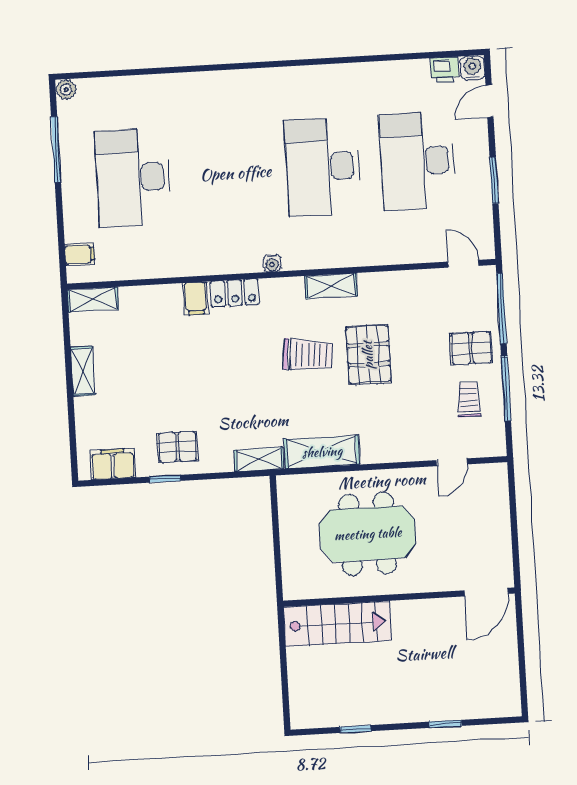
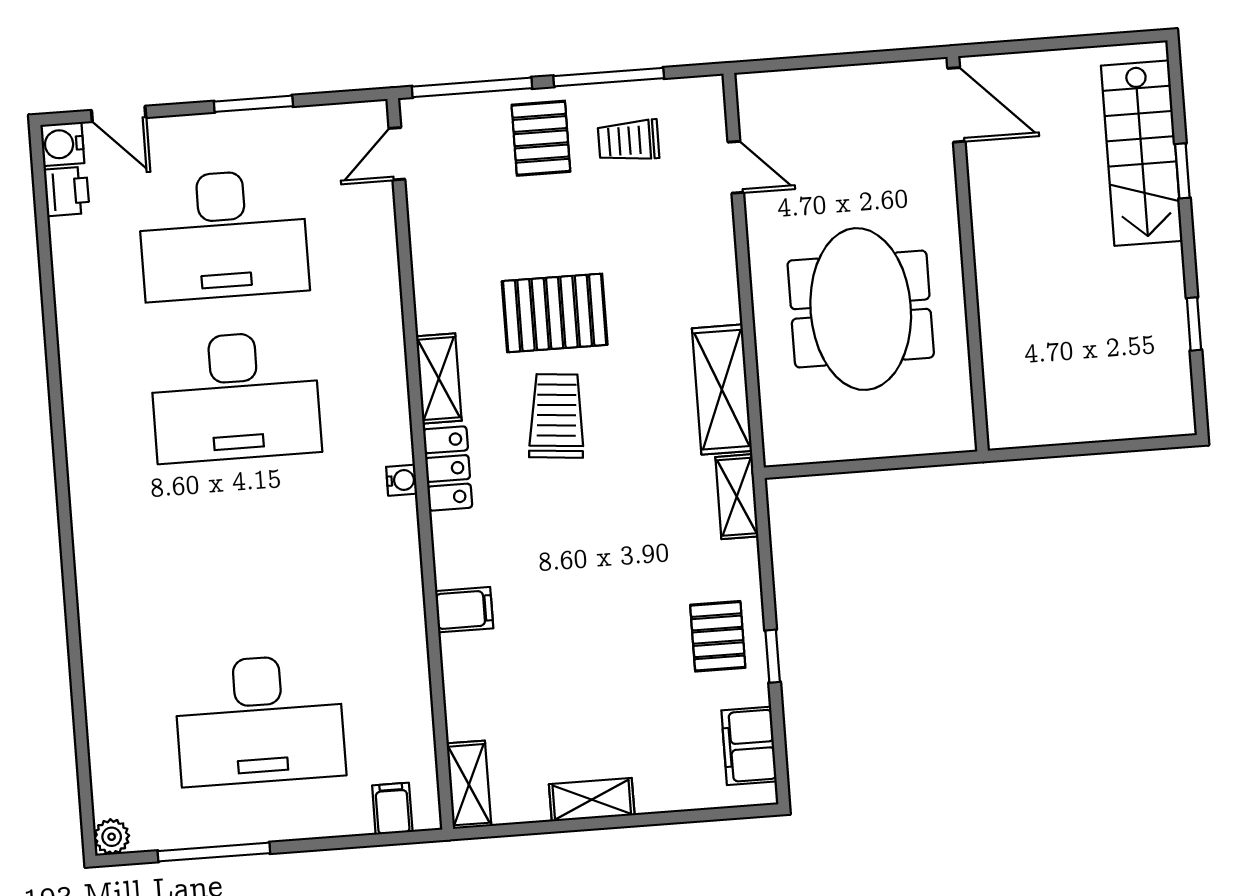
locker: (235, 293) -> (448, 468), moved
stairs: (337, 624) -> (1142, 153), moved, turned 180

